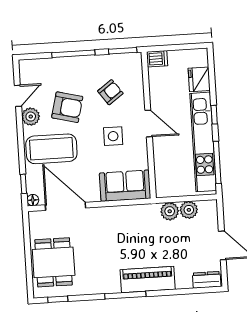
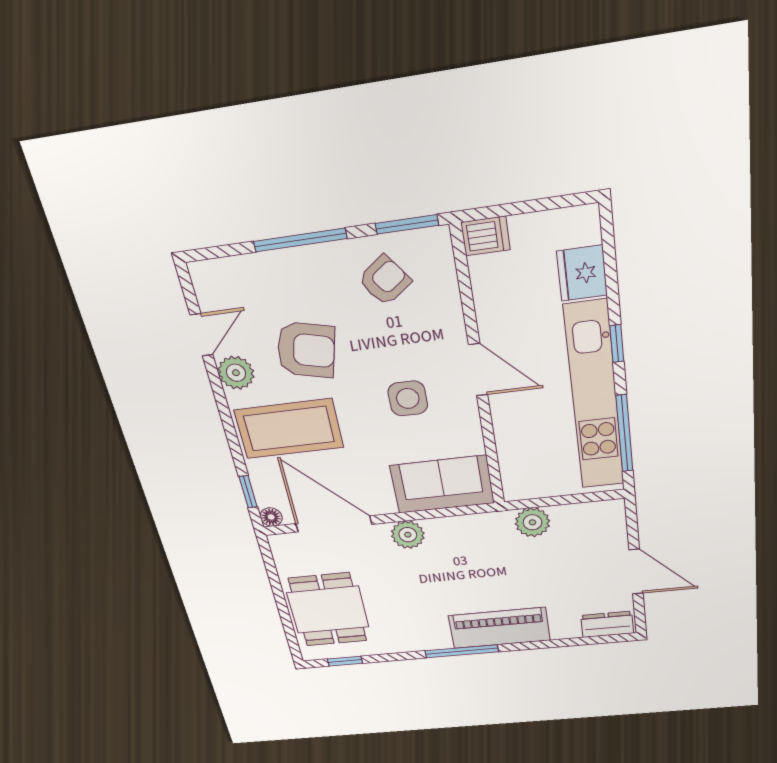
armchair: (110, 92) -> (385, 280), moved
plant: (189, 210) -> (408, 535), moved

